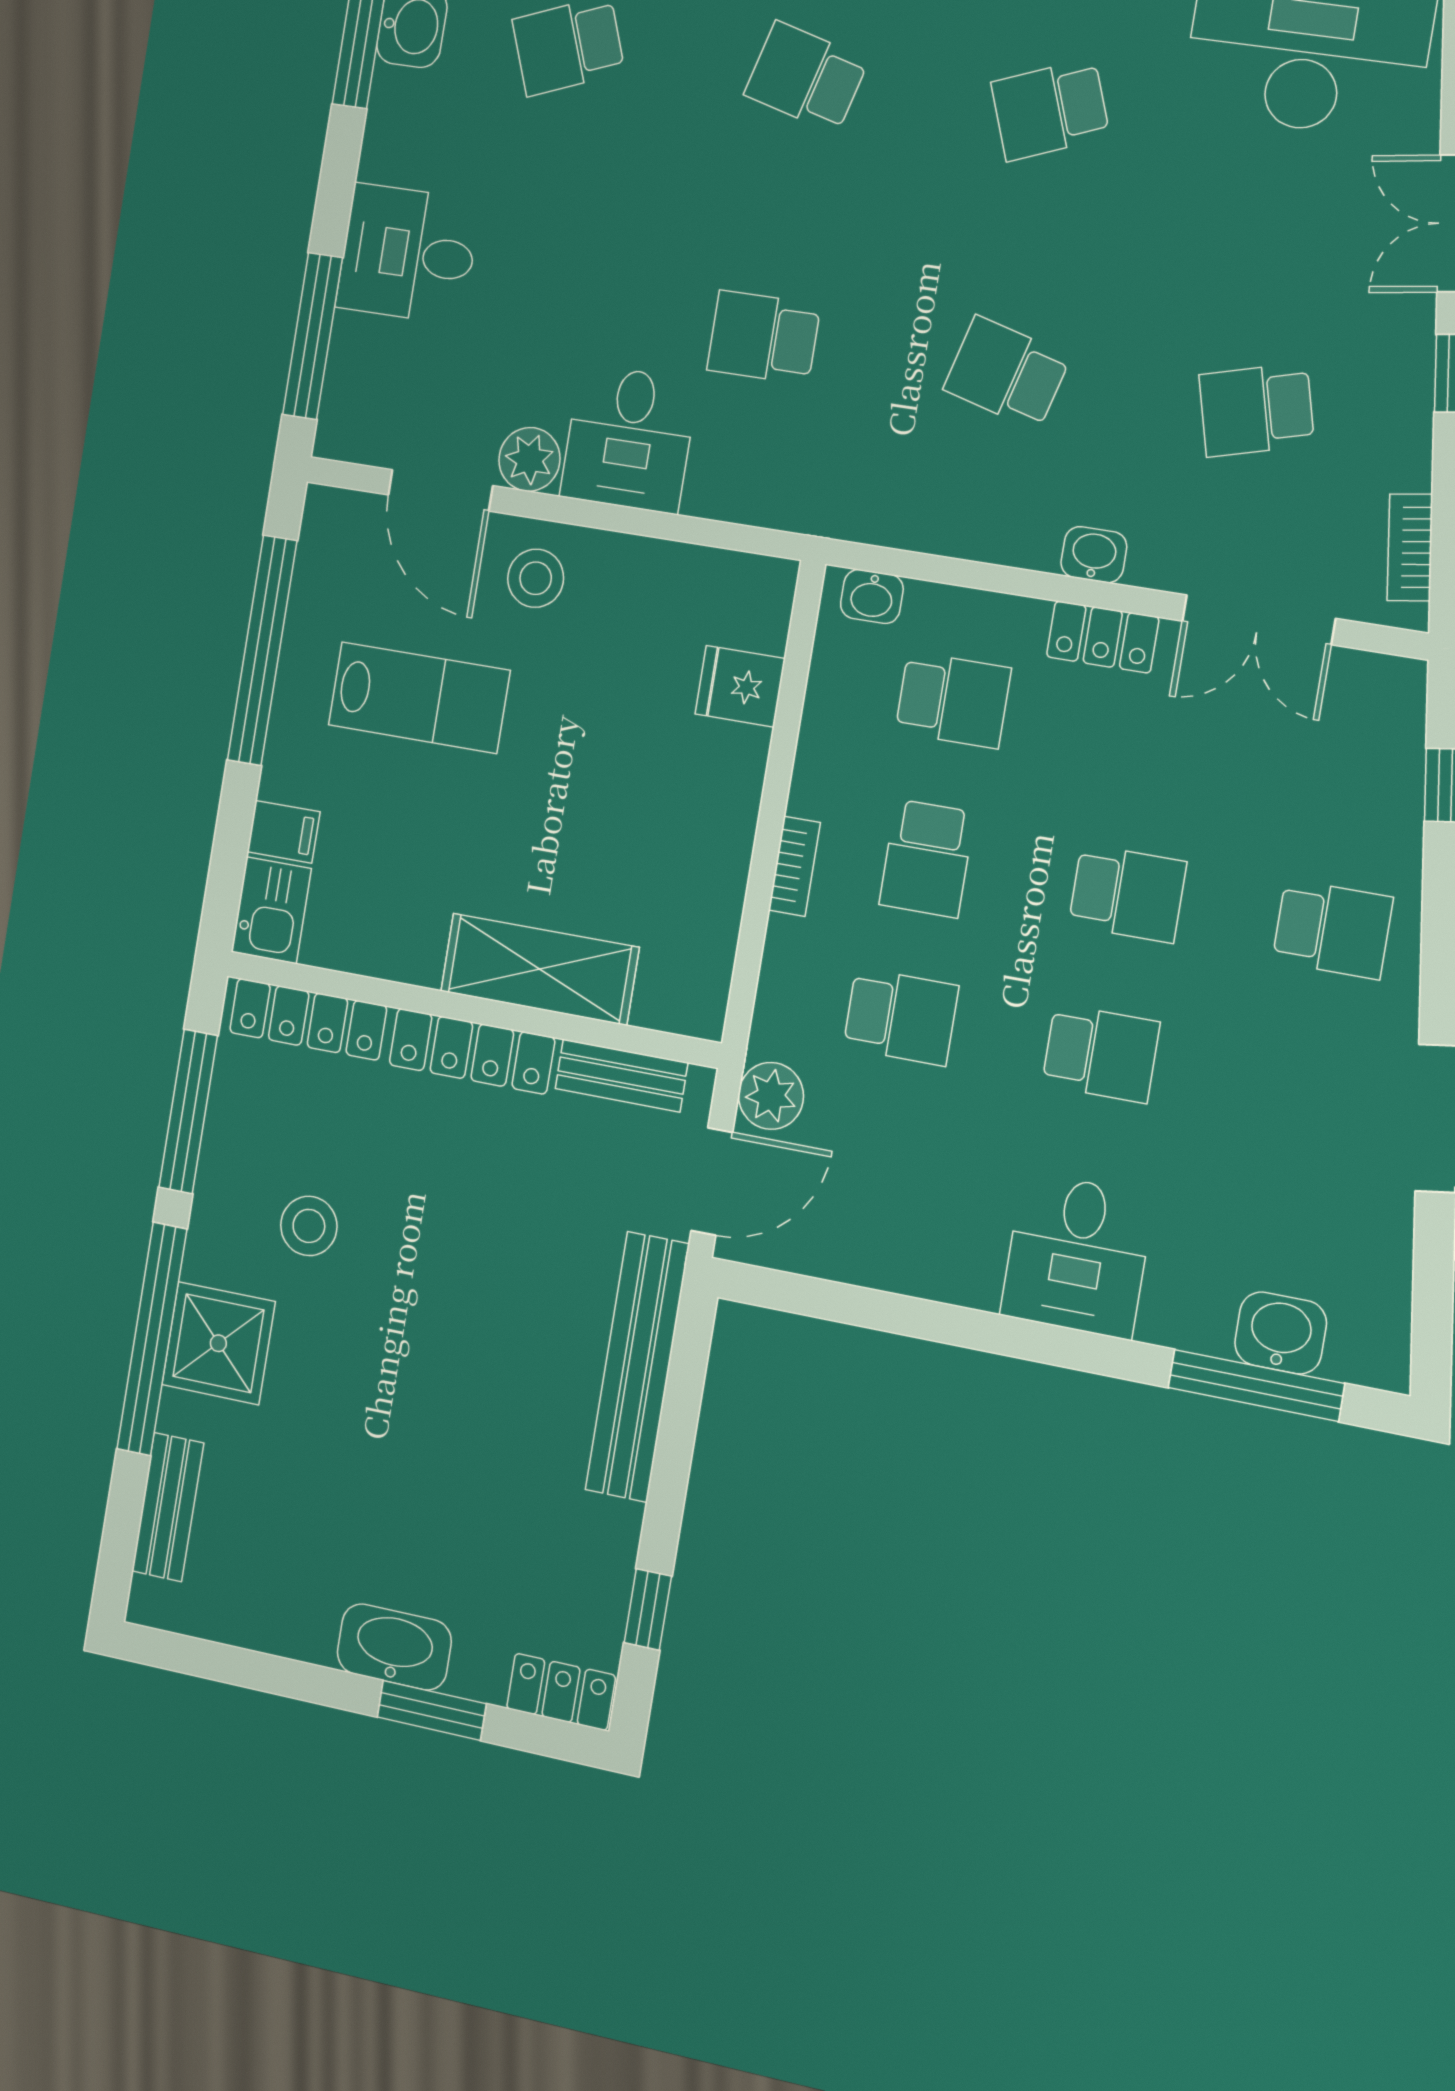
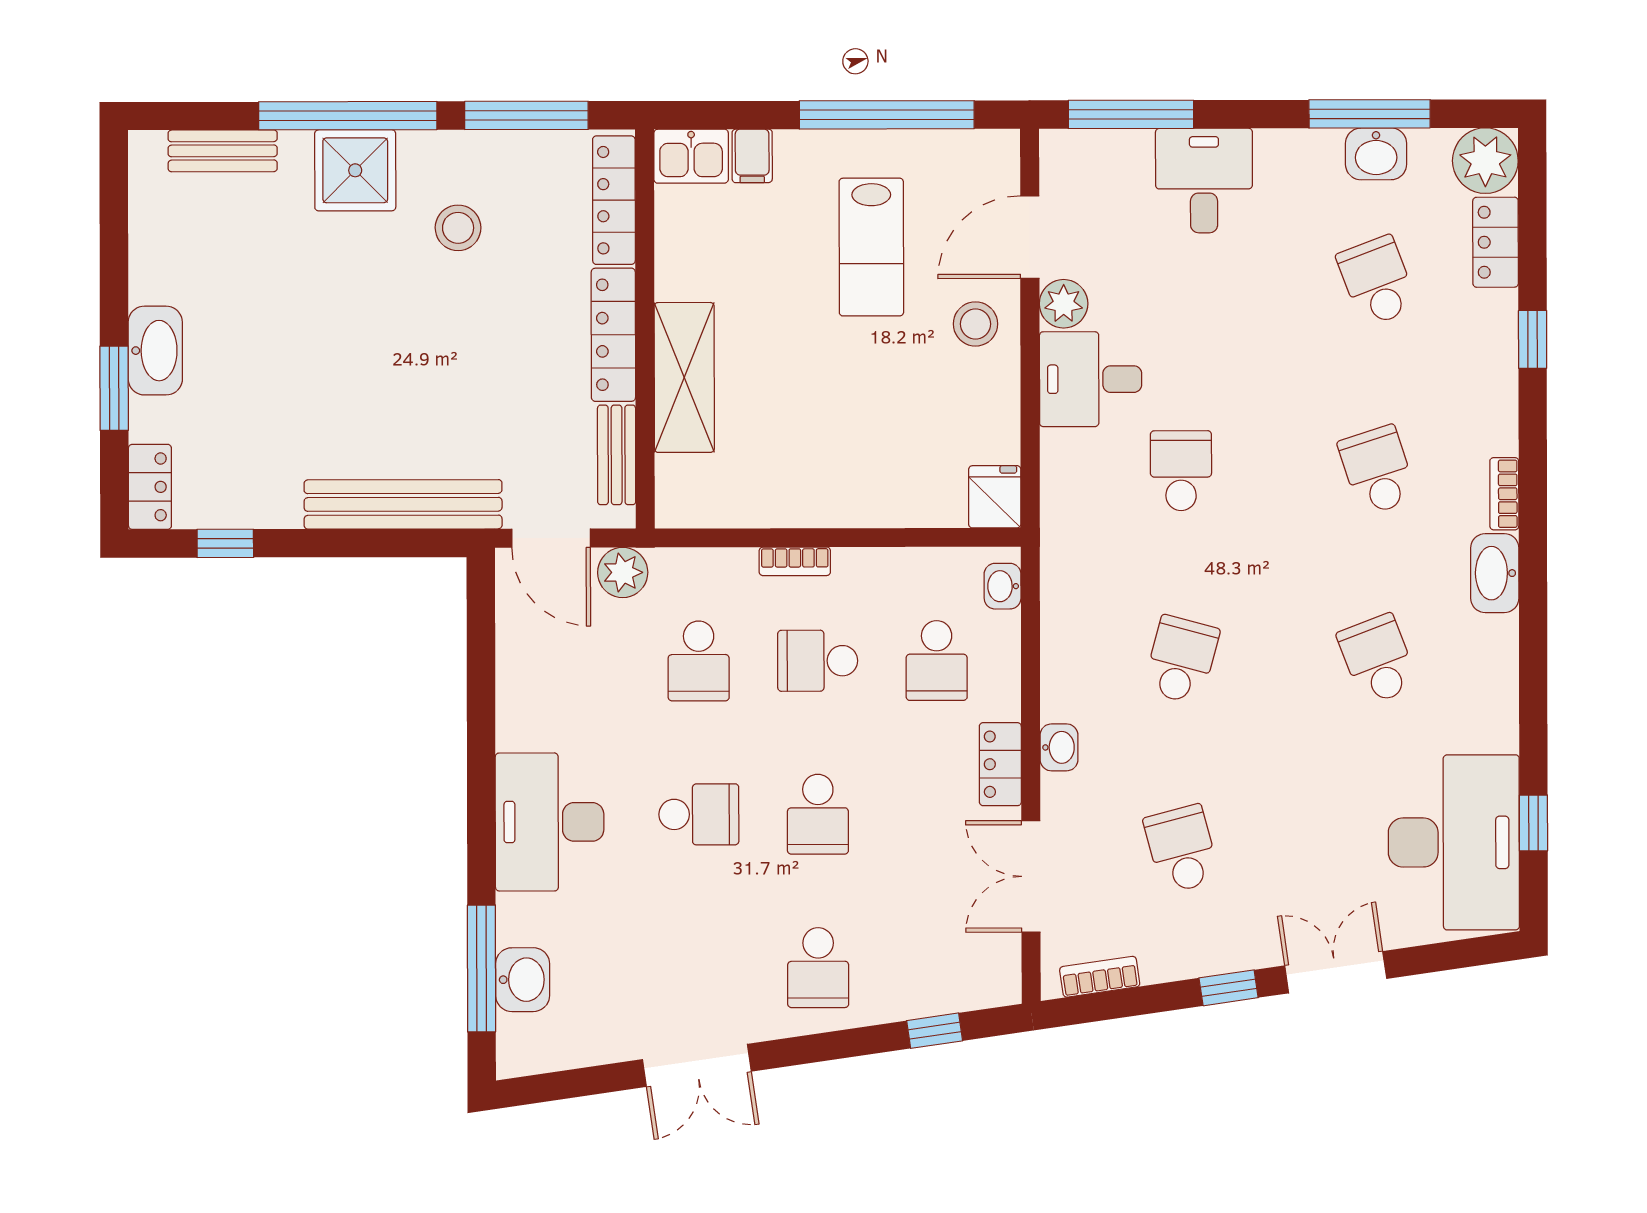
school desk: (806, 77) -> (1377, 470), turned -33
fridge: (740, 686) -> (995, 497), moved
school desk: (1101, 1053) -> (699, 814), turned -90
desk: (1077, 1255) -> (550, 822), width x1.37

